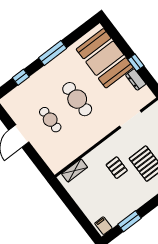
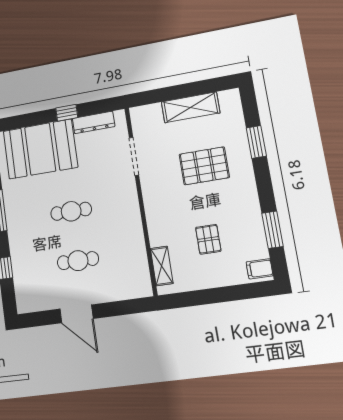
dresser: (136, 79) -> (94, 123), width x1.44
cafe table: (77, 99) -> (71, 211), width x0.73, depth x0.74
pallet: (117, 168) -> (208, 239), moved, turned 90

